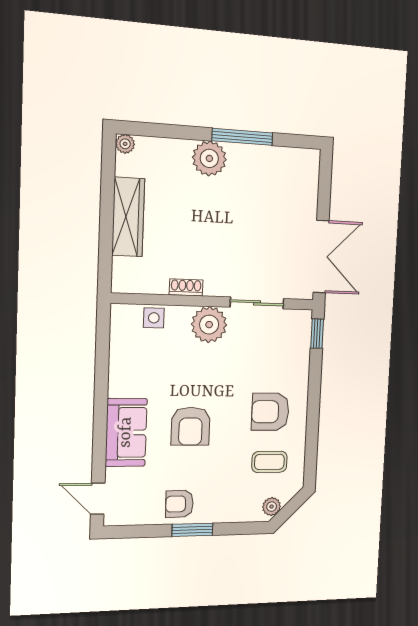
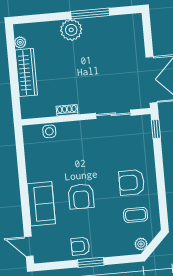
plant: (125, 144) -> (20, 42), moved
plant: (209, 325) -> (84, 131), removed

